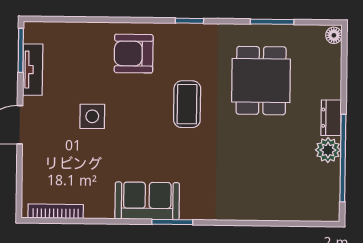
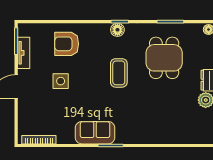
floor lamp: (186, 34) -> (117, 30), added
armchair: (134, 54) -> (67, 44), moved

